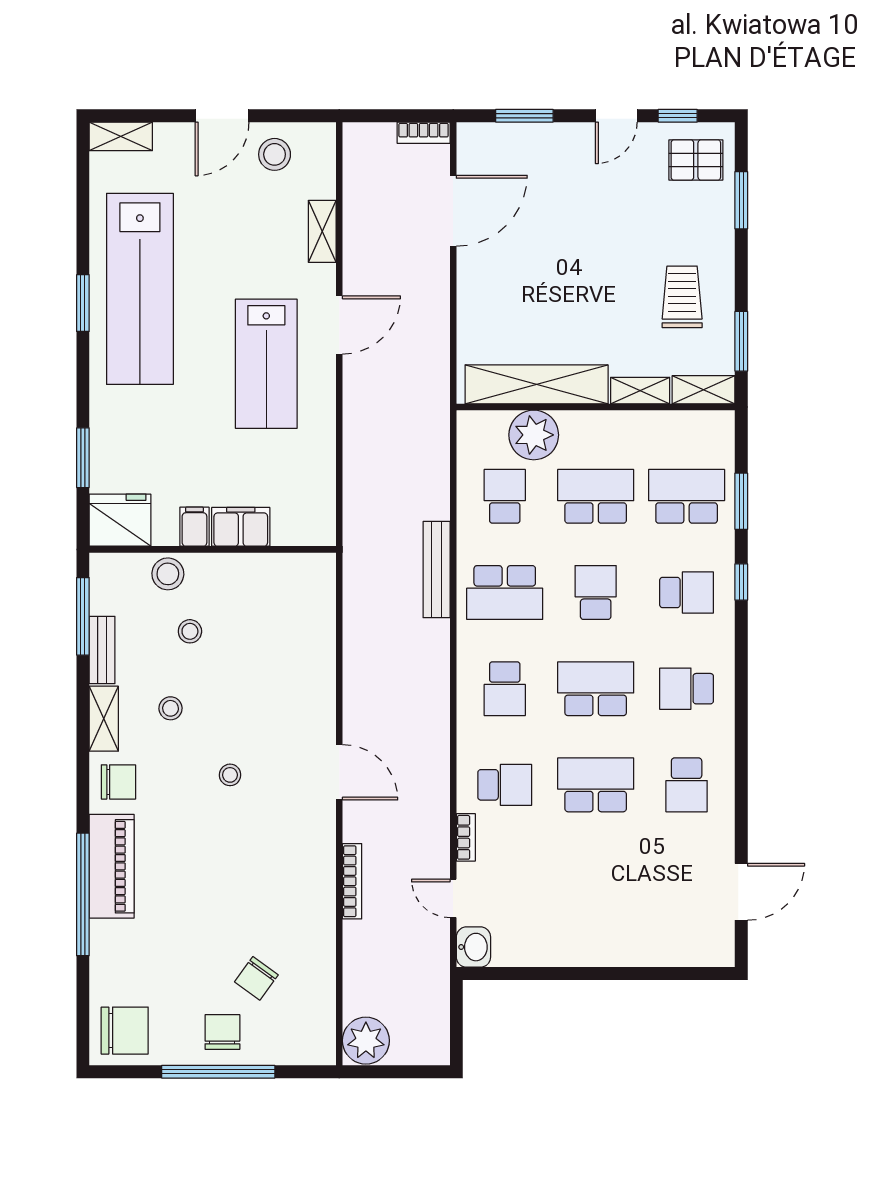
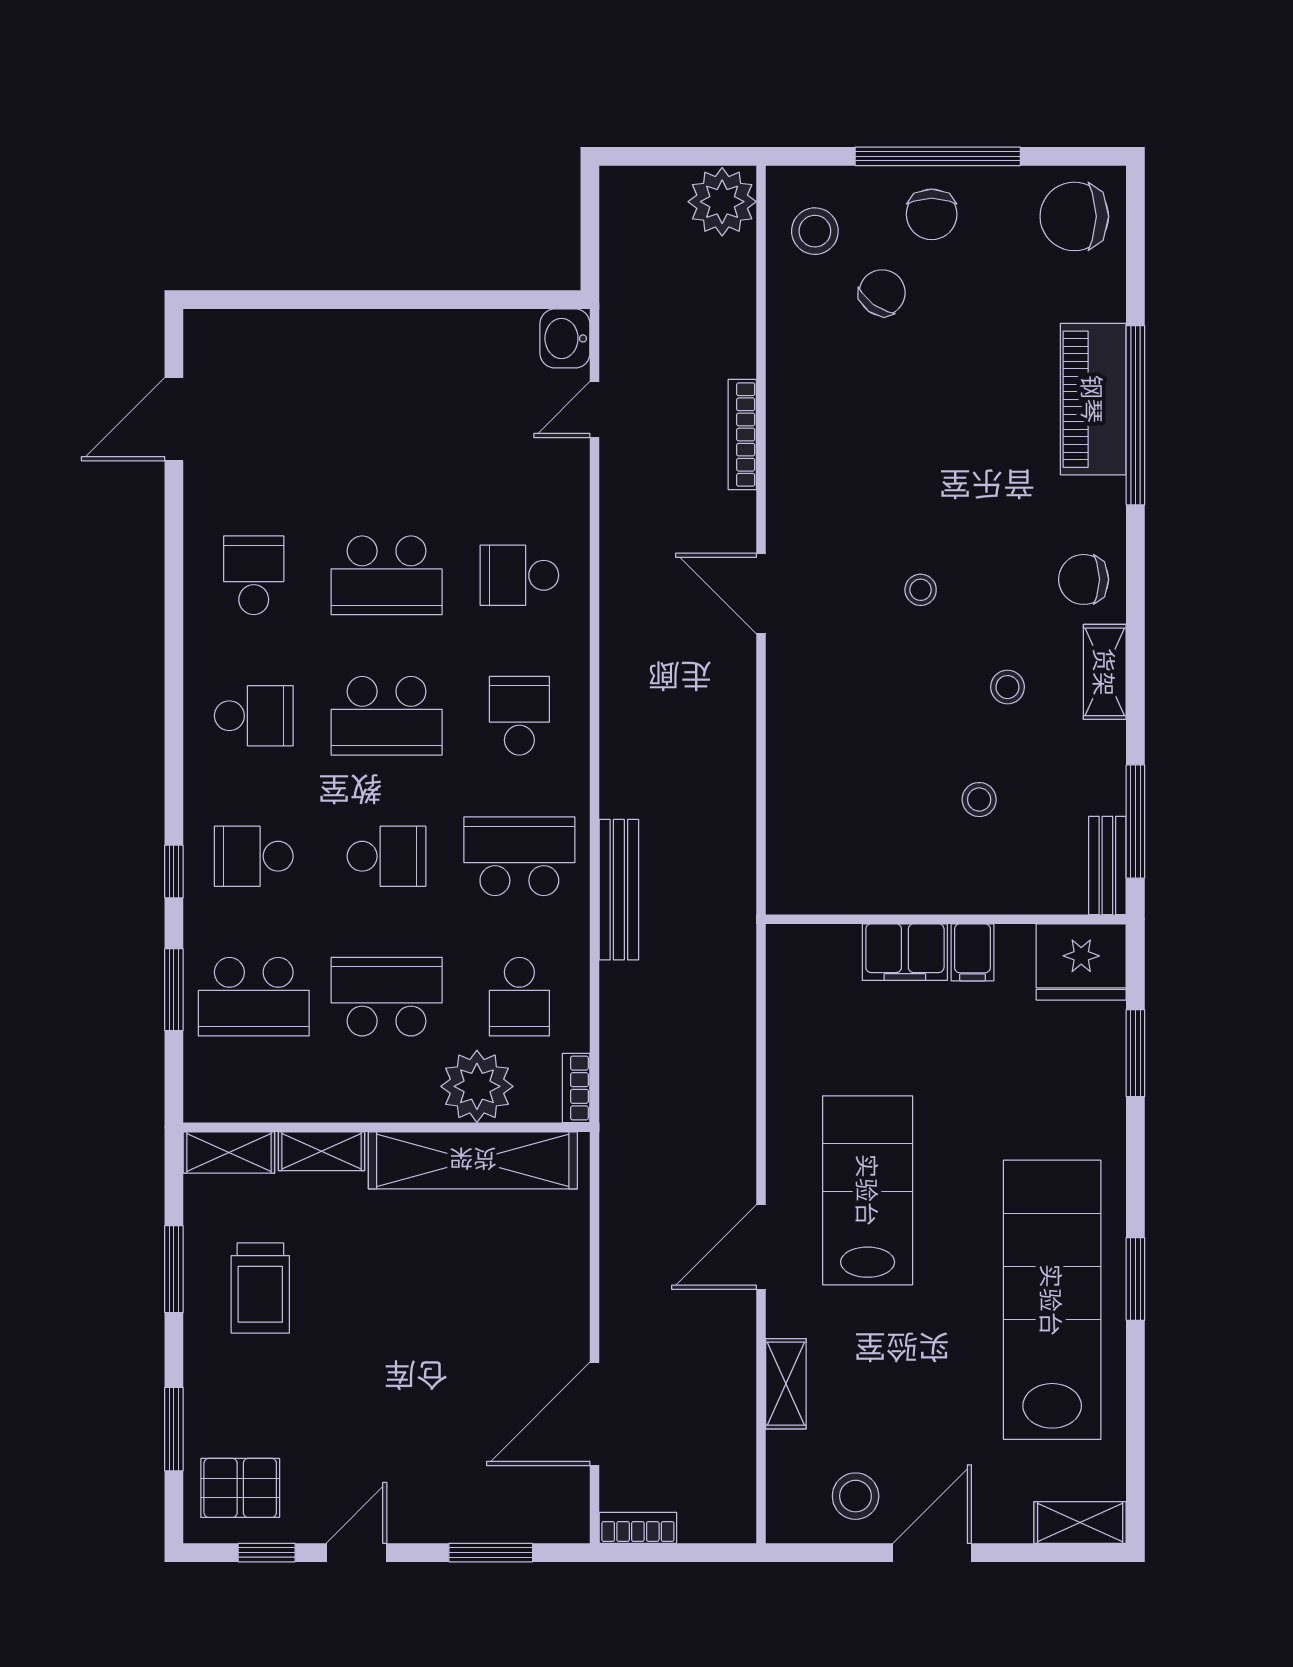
window: (741, 341) -> (174, 1269), moved
school desk: (596, 496) -> (387, 997), turned 180
stool: (168, 574) -> (815, 231), moved
school desk: (596, 593) -> (387, 856), turned -90
bench: (102, 650) -> (1107, 865), moved
bookcase: (466, 837) -> (576, 1088), moved
piano: (112, 866) -> (1093, 399), moved
door: (453, 898) -> (595, 409), swing flipped

